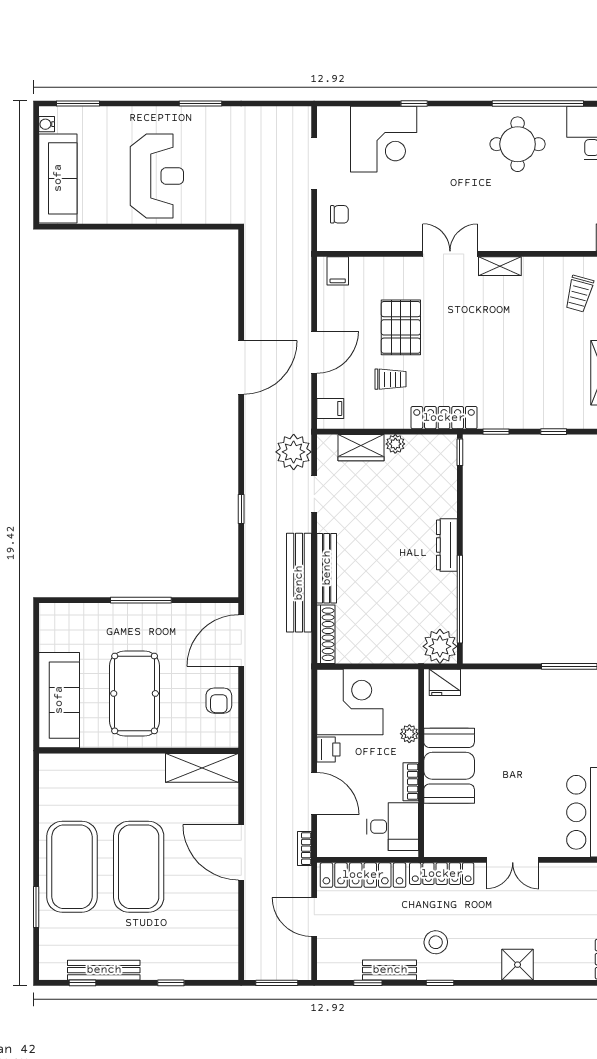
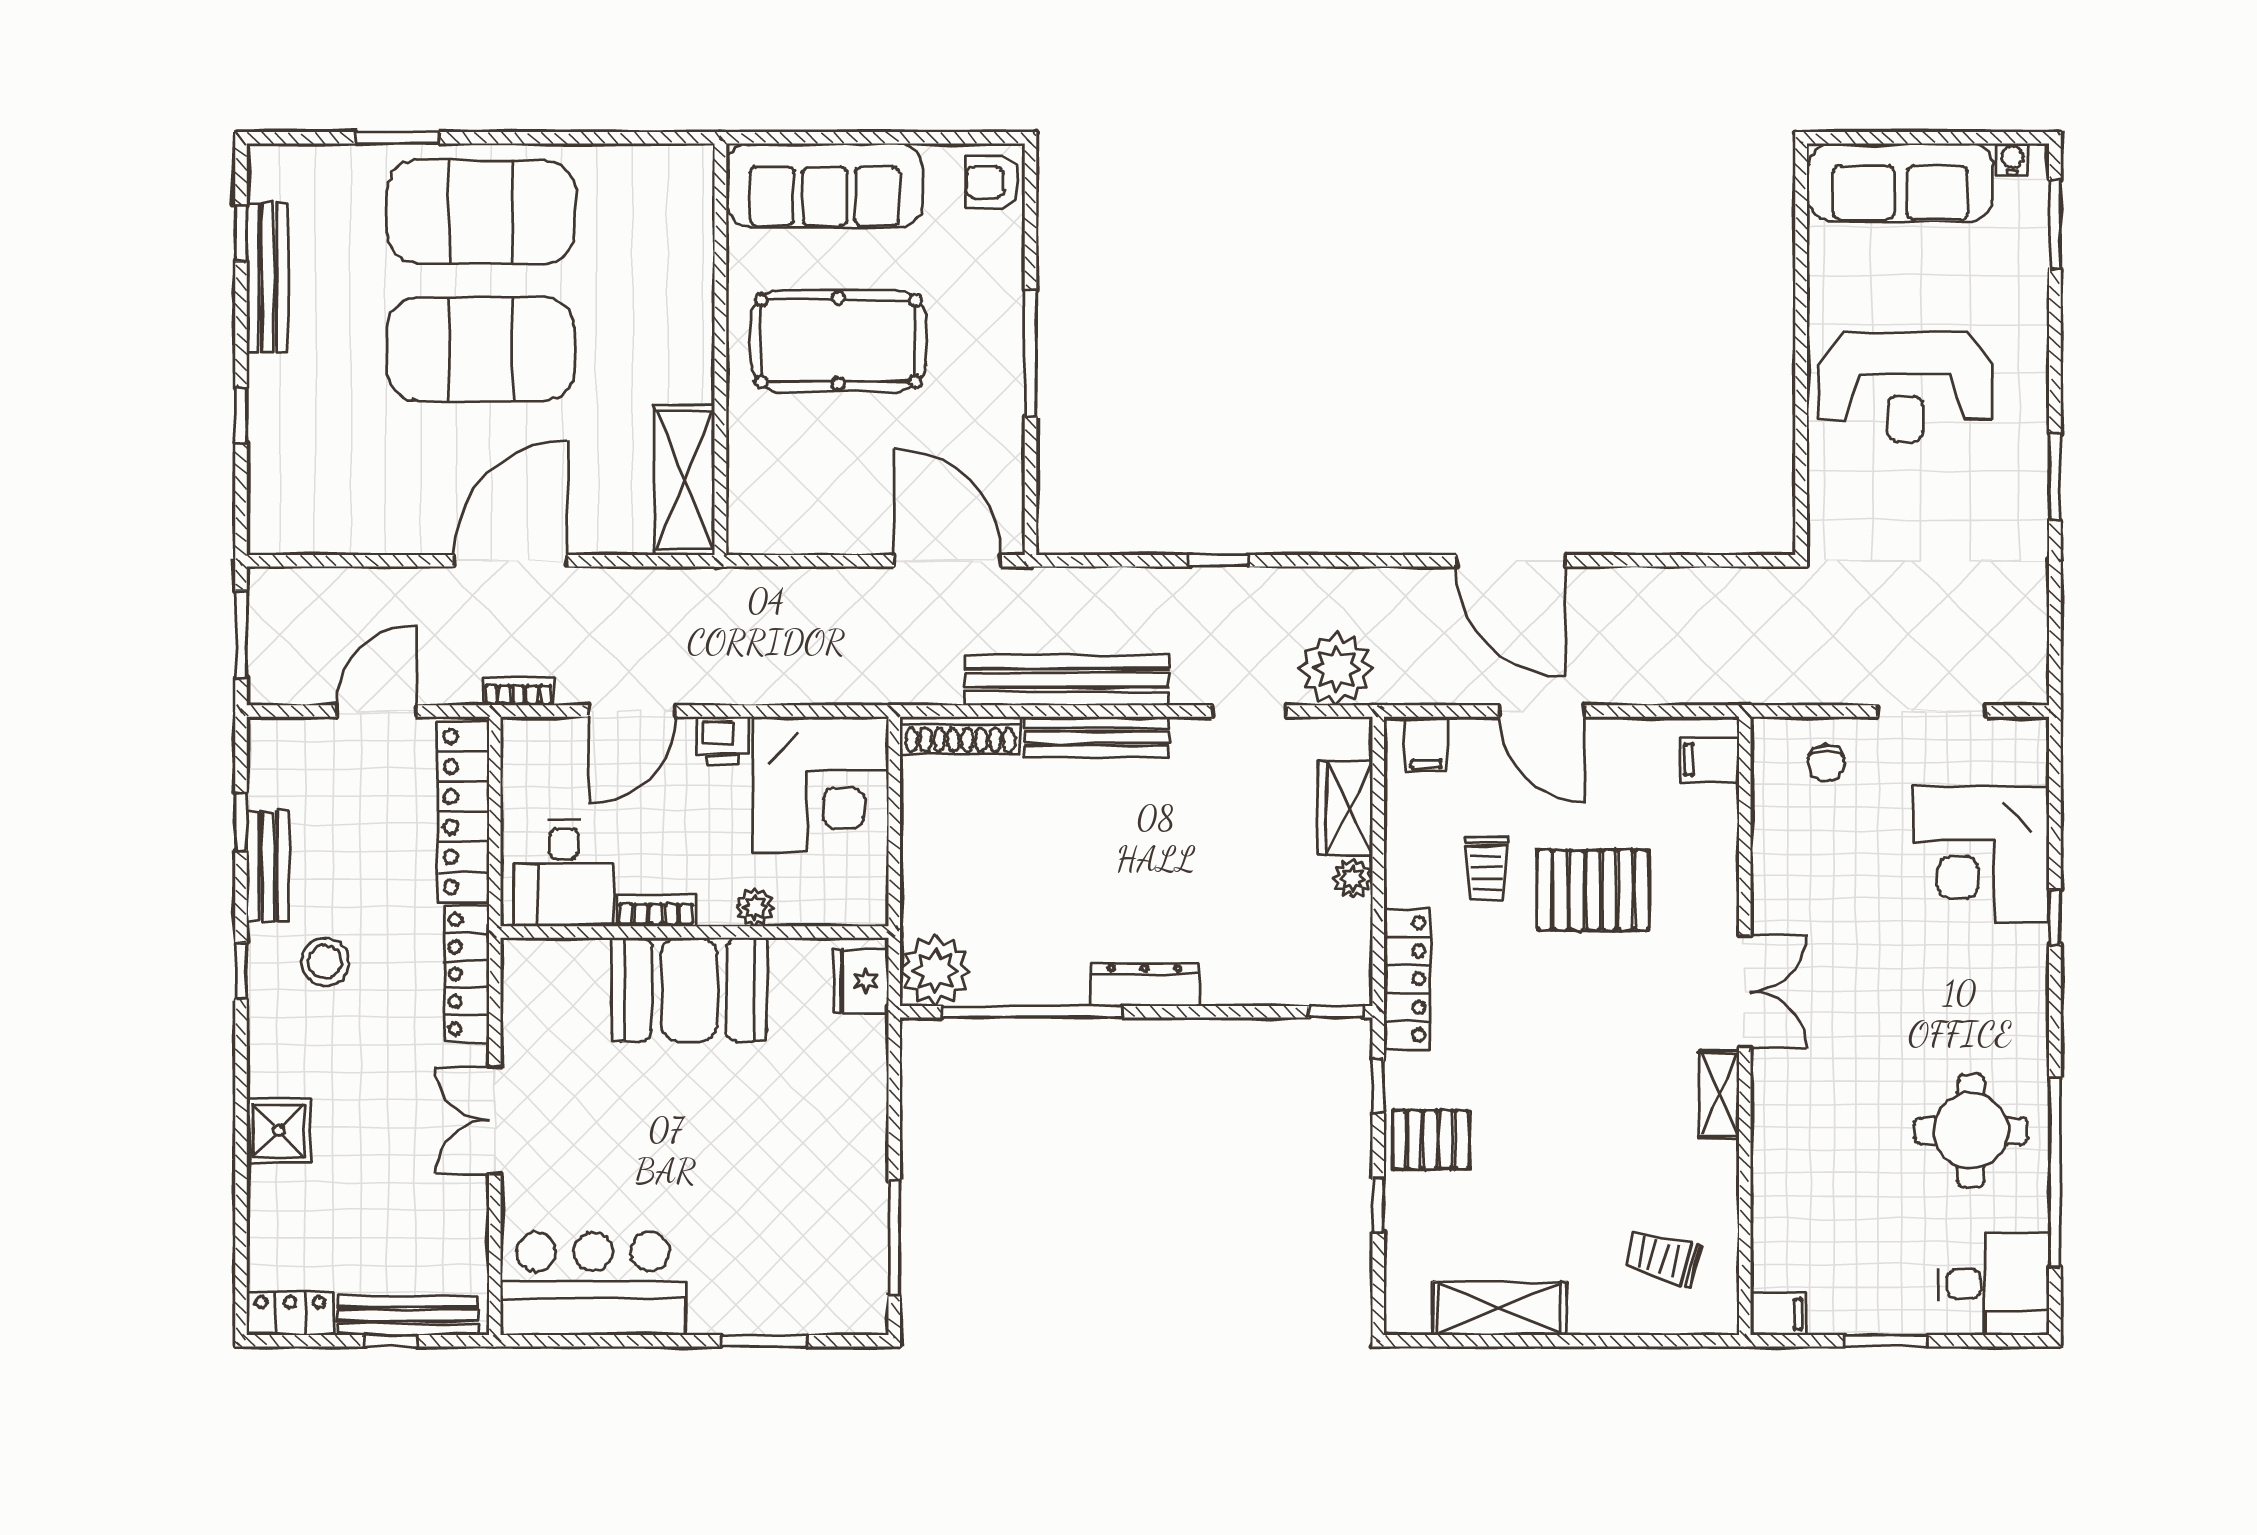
pallet: (522, 406) -> (1430, 1140), added
armchair: (219, 701) -> (992, 182), moved

